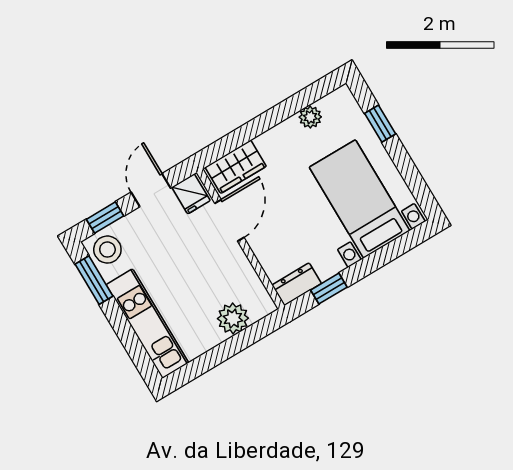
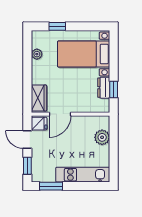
door: (229, 220) -> (60, 114), swing flipped
stool: (107, 250) -> (42, 173), removed
dresser: (297, 284) -> (104, 88), moved

